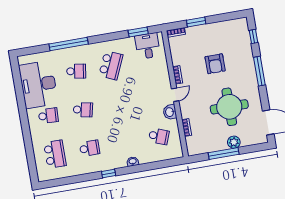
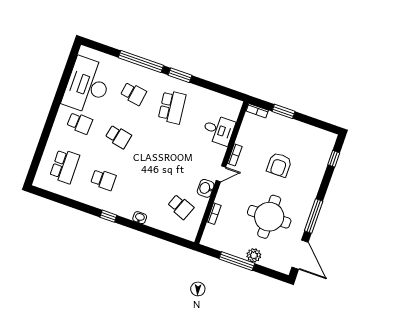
window: (138, 32) -> (180, 75), moved
desk: (148, 46) -> (219, 130), moved, turned 90
school desk: (111, 65) -> (172, 107), turned -30
window: (259, 71) -> (314, 216), moved

